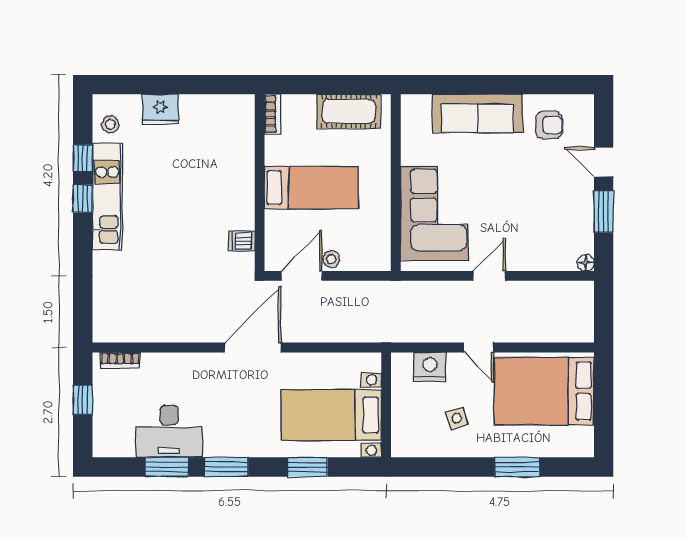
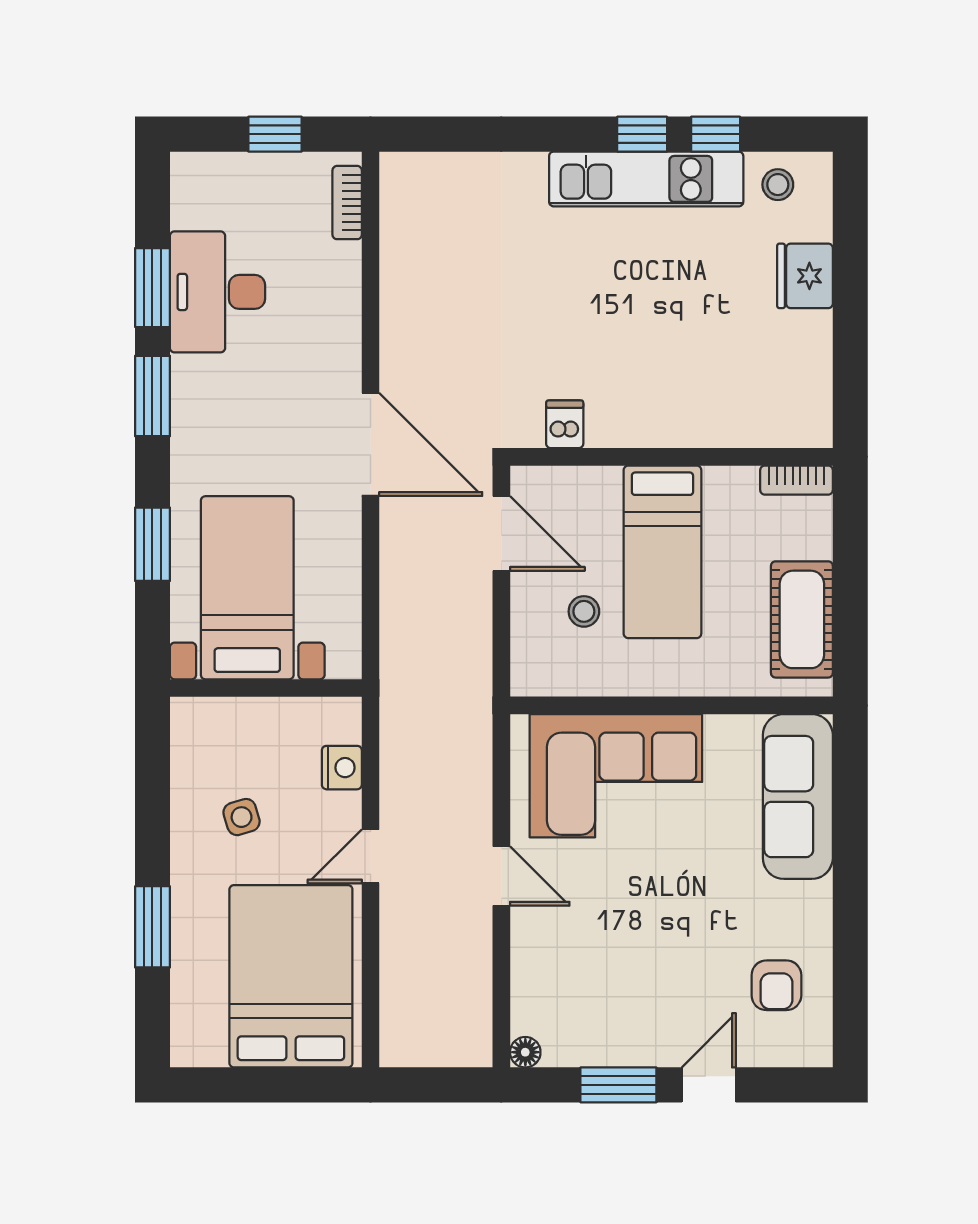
sofa: (477, 113) -> (798, 797), moved
stool: (331, 259) -> (584, 611), moved
nightstand: (430, 367) -> (342, 768), width x0.74, depth x0.75

